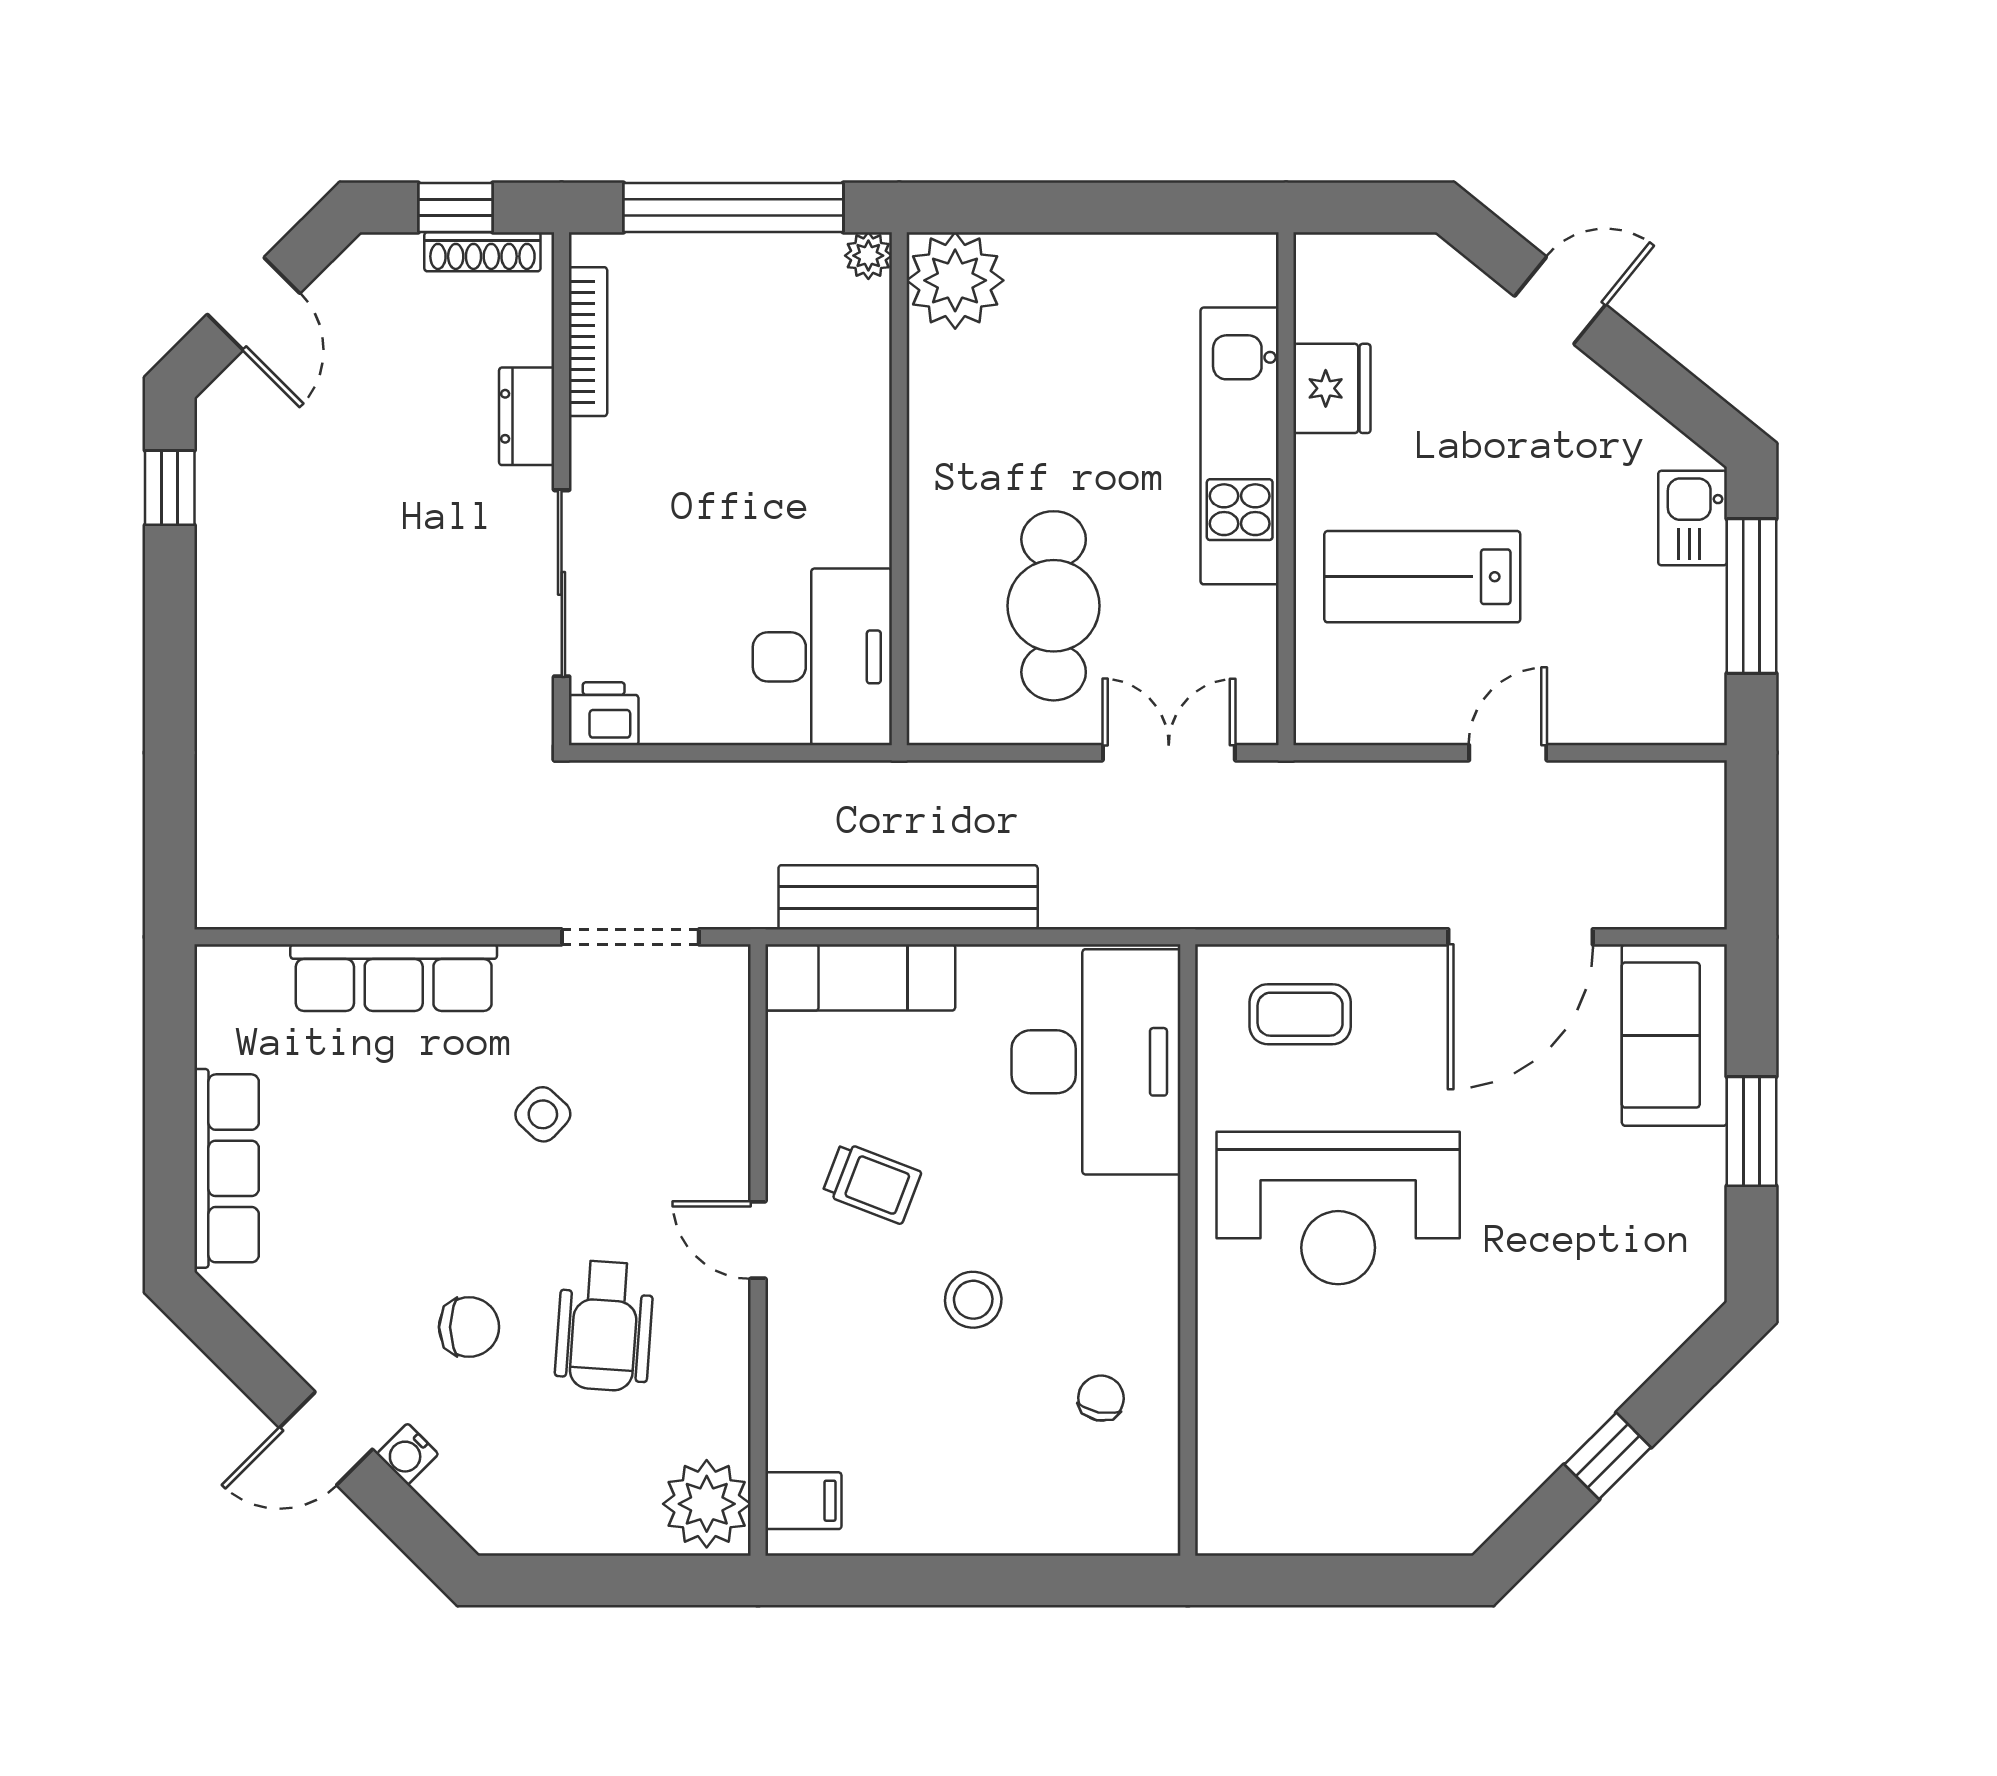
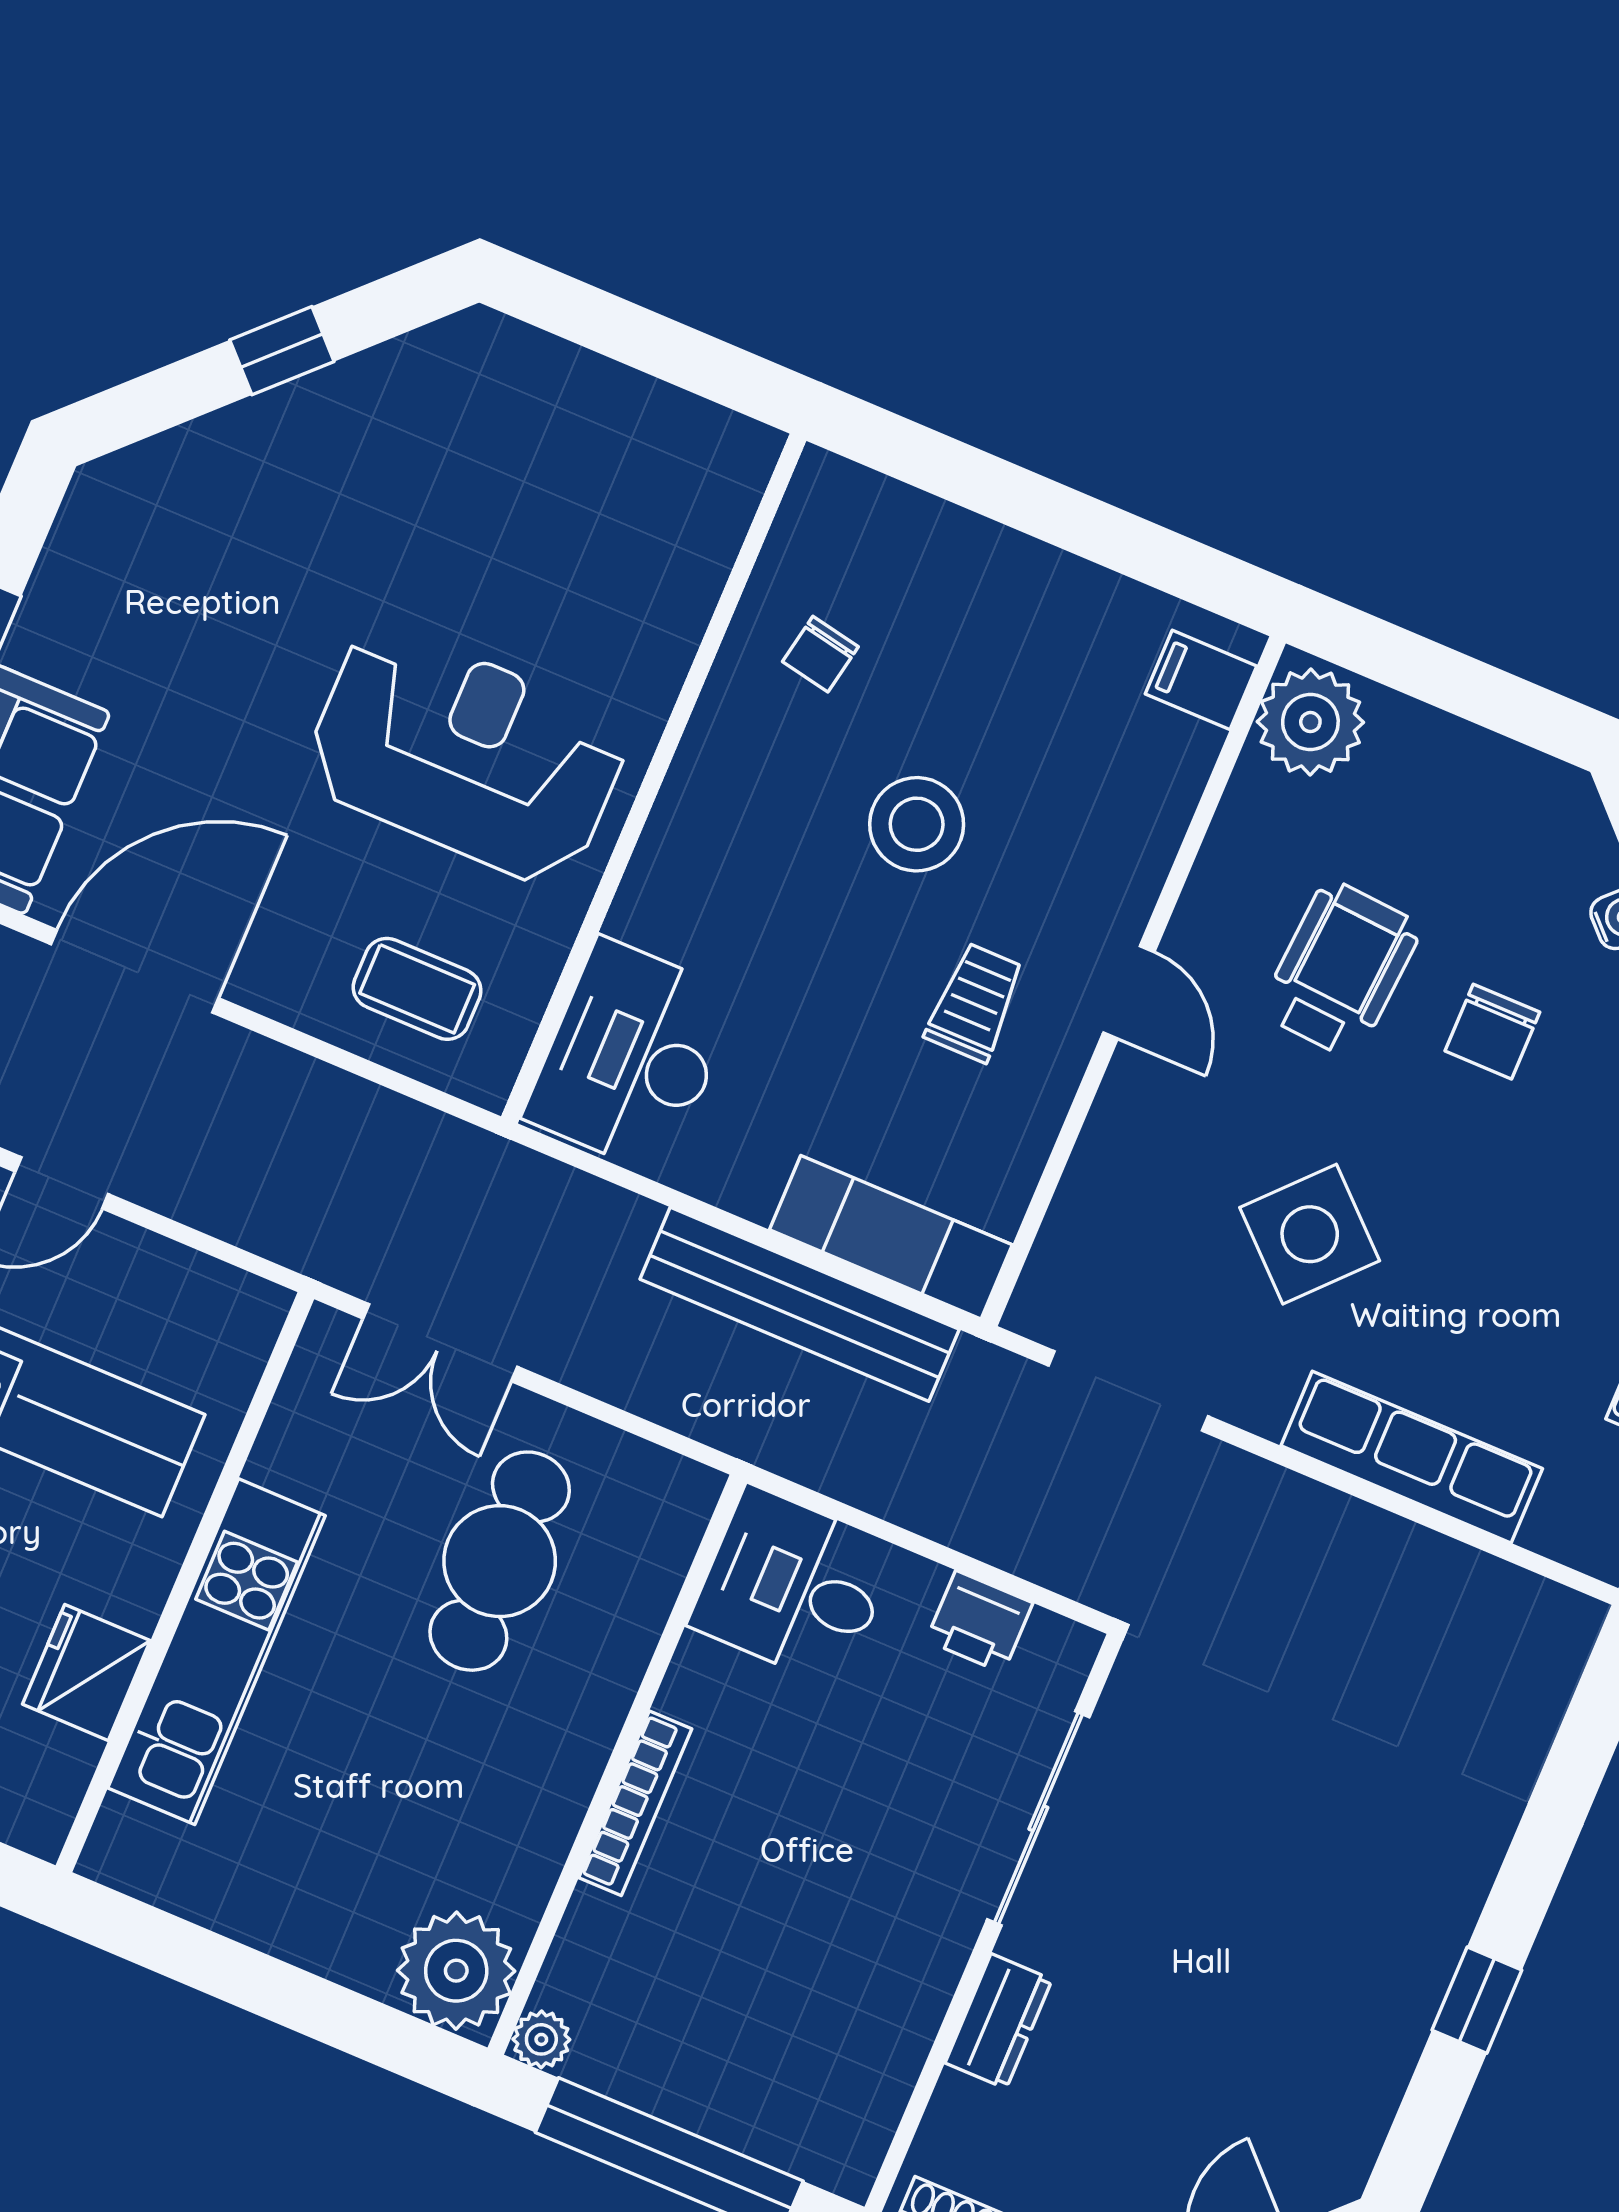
bookcase: (588, 342) -> (635, 1803), moved, turned 180
window: (170, 488) -> (1477, 2000), moved
desk: (822, 657) -> (793, 1586), width x0.73
printer: (604, 714) -> (979, 1622), moved
desk: (1096, 1062) -> (631, 1056), width x0.73, depth x0.77
side table: (543, 1114) -> (1310, 1234), width x1.87, depth x1.87
trolley: (872, 1183) -> (975, 1002), turned 69
stool: (973, 1300) -> (917, 824), width x1.38, depth x1.38
chair: (469, 1327) -> (1492, 1032), turned -90

